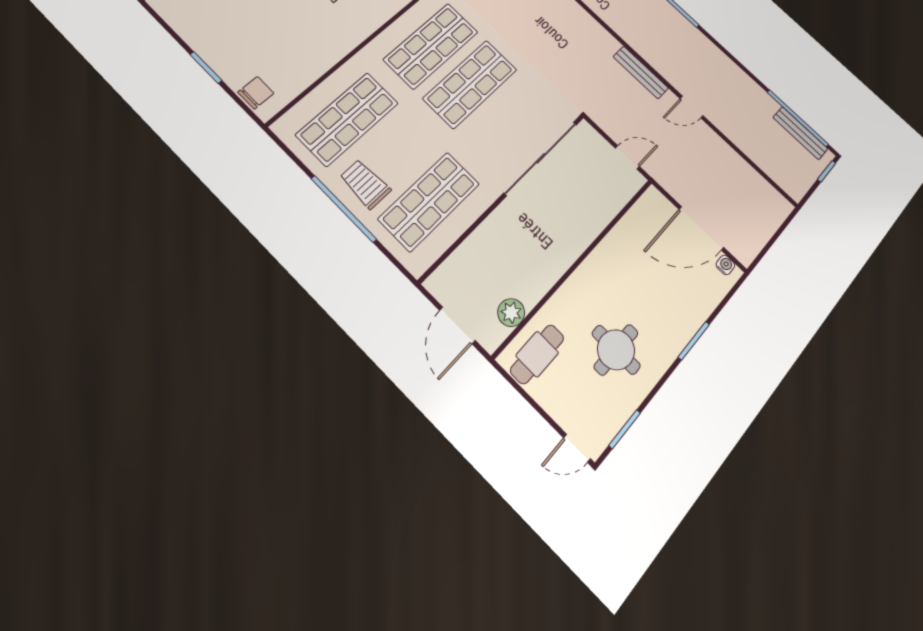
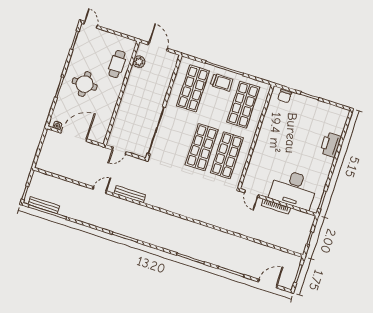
round table: (616, 350) -> (85, 84), moved
cafe table: (537, 354) -> (117, 64), moved
door: (577, 448) -> (91, 25), hinge flipped

